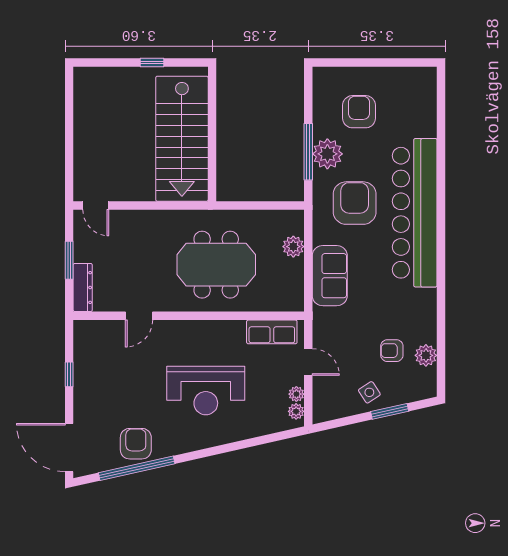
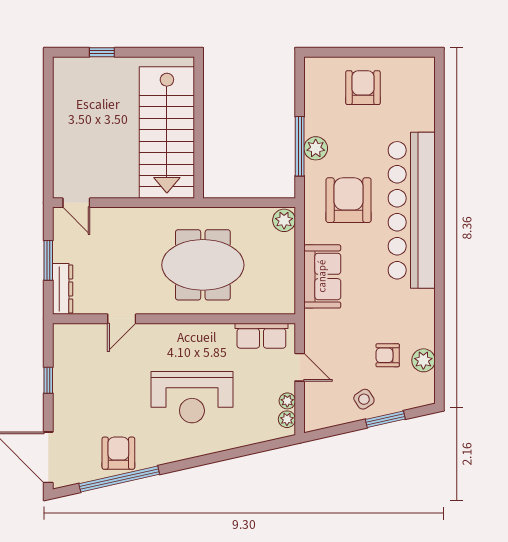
window: (152, 62) -> (102, 52), moved
armchair: (359, 112) -> (363, 88), moved
plant: (327, 154) -> (316, 148), width x0.73, depth x0.73
plant: (293, 247) -> (284, 220), moved

